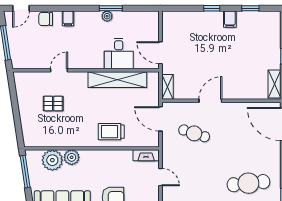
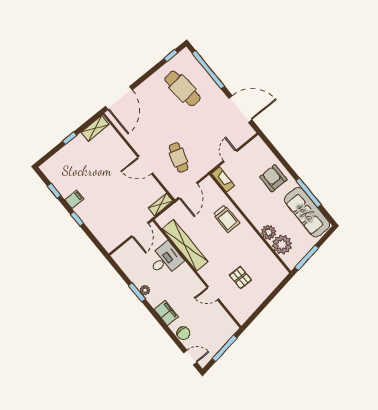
filing cabinet: (68, 18) -> (166, 313), width x2.00

